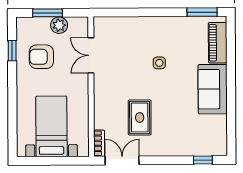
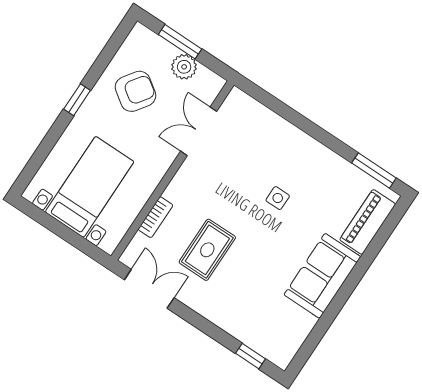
window: (12, 51) -> (77, 100), moved
armchair: (41, 57) -> (135, 91), turned 125
bookcase: (99, 143) -> (156, 217), moved

